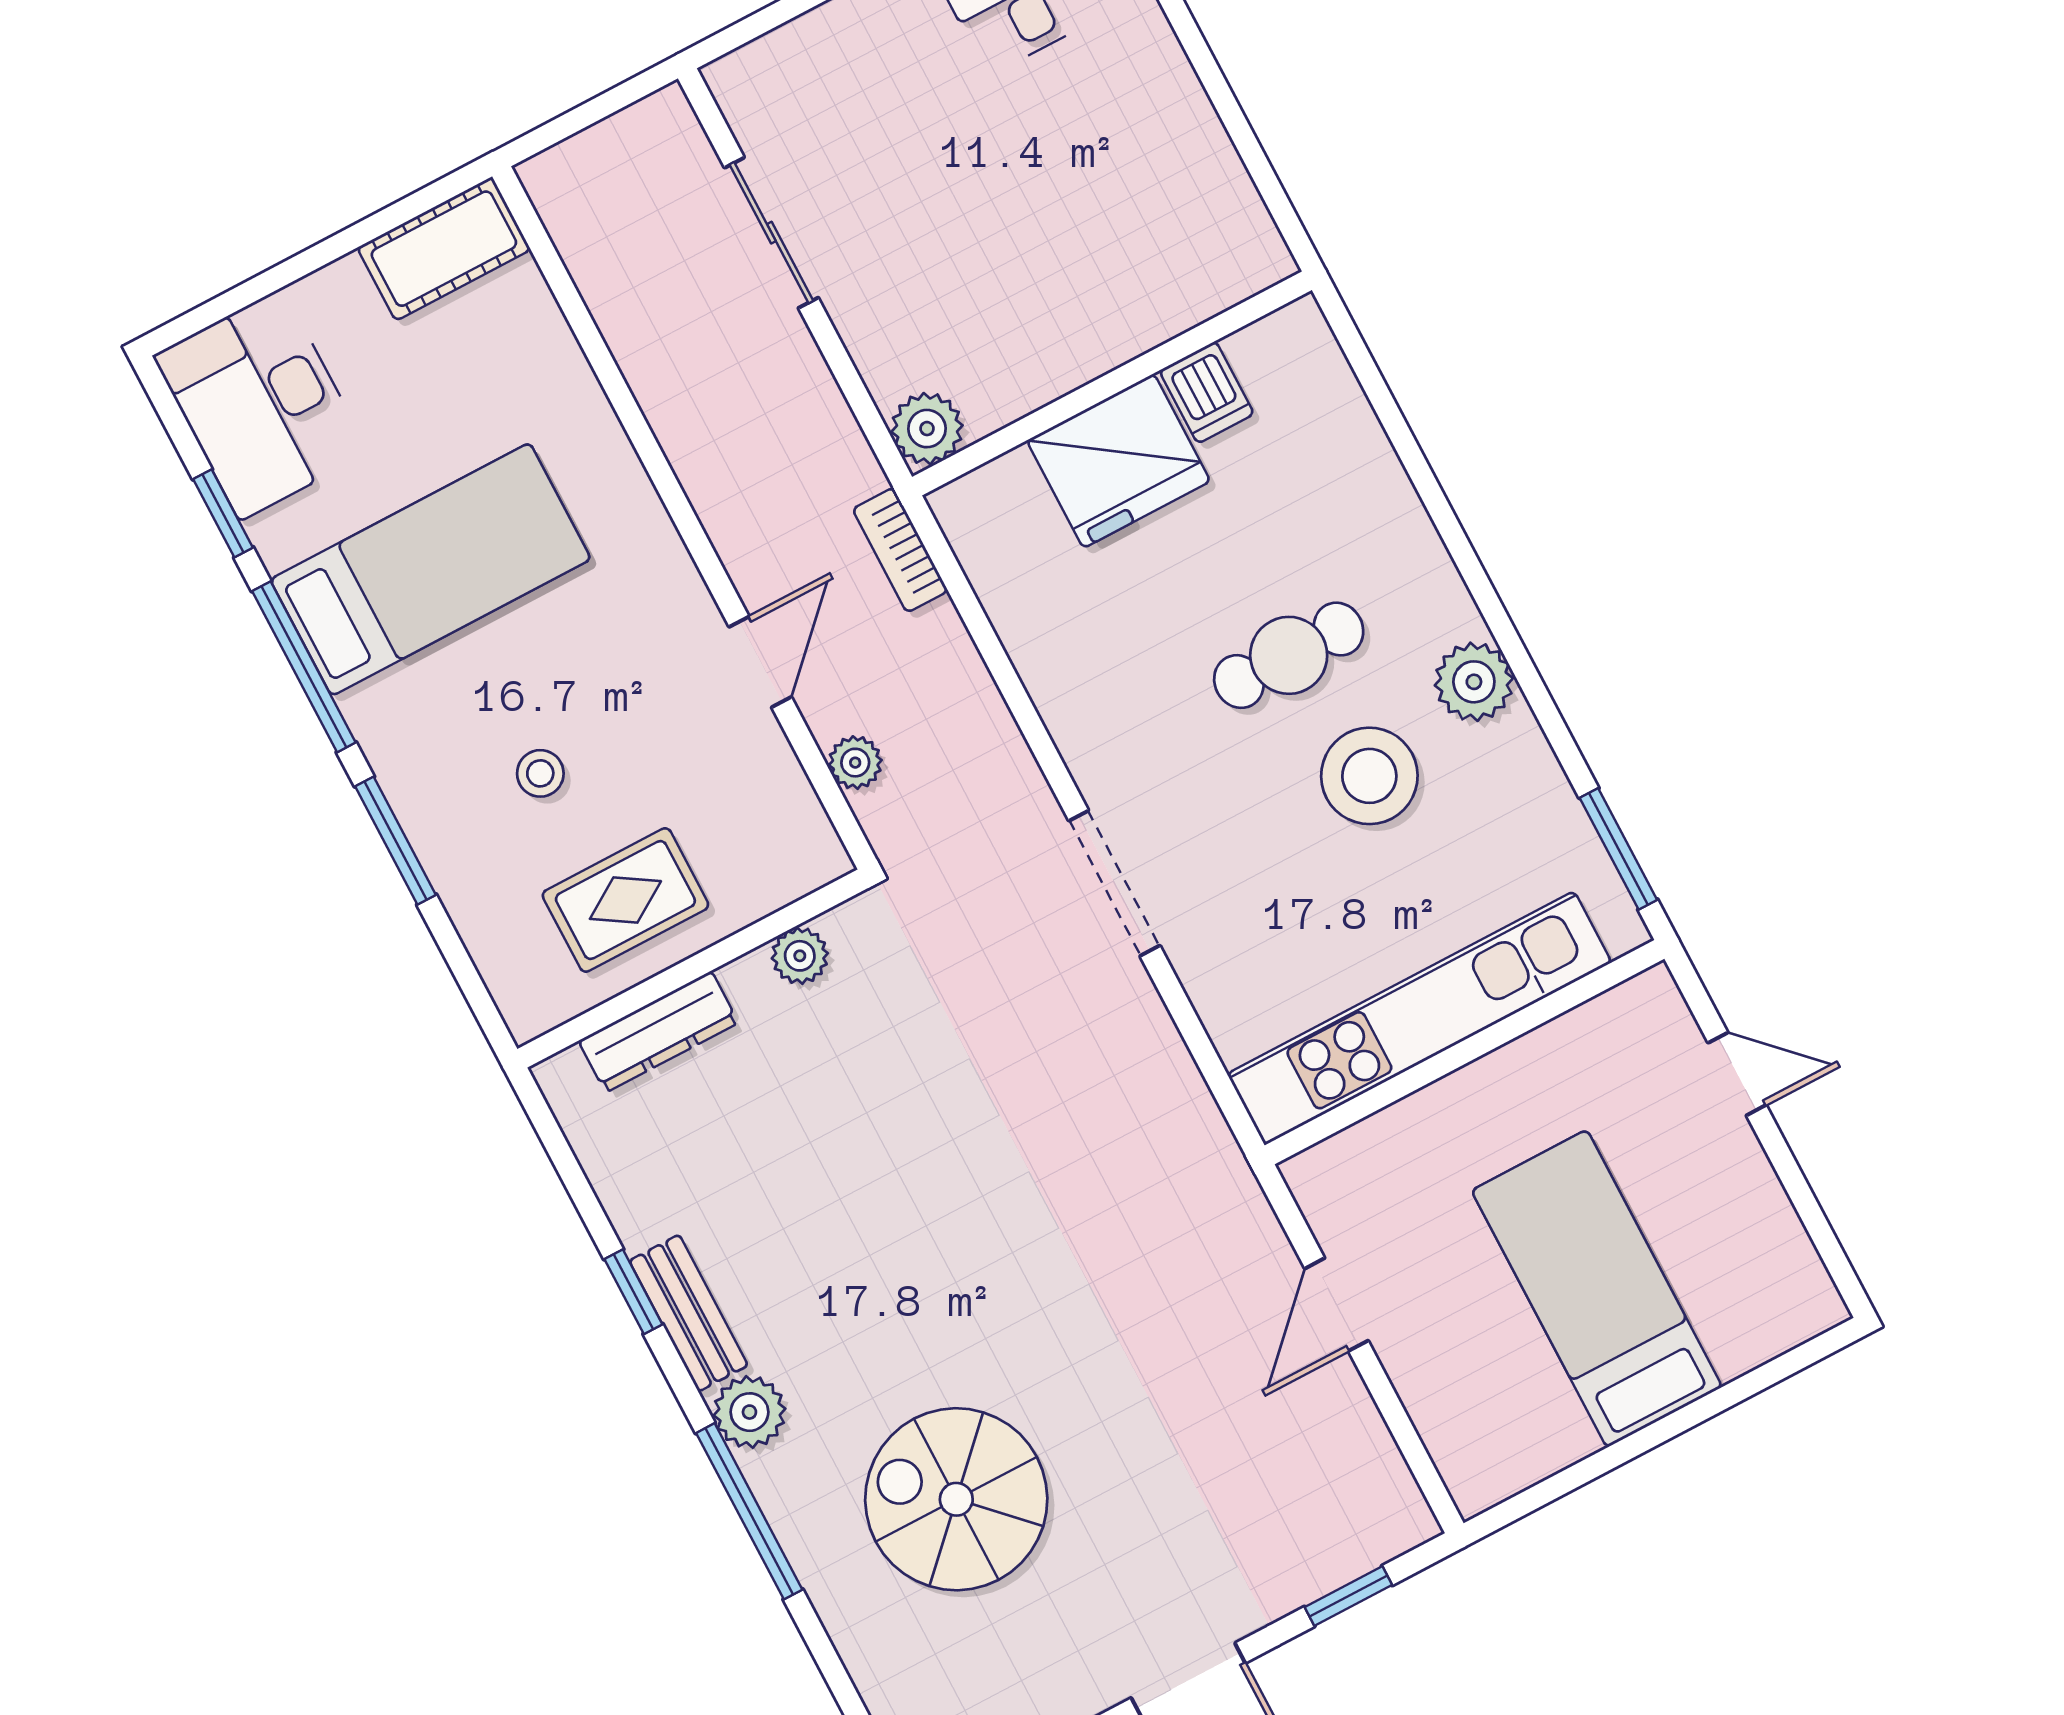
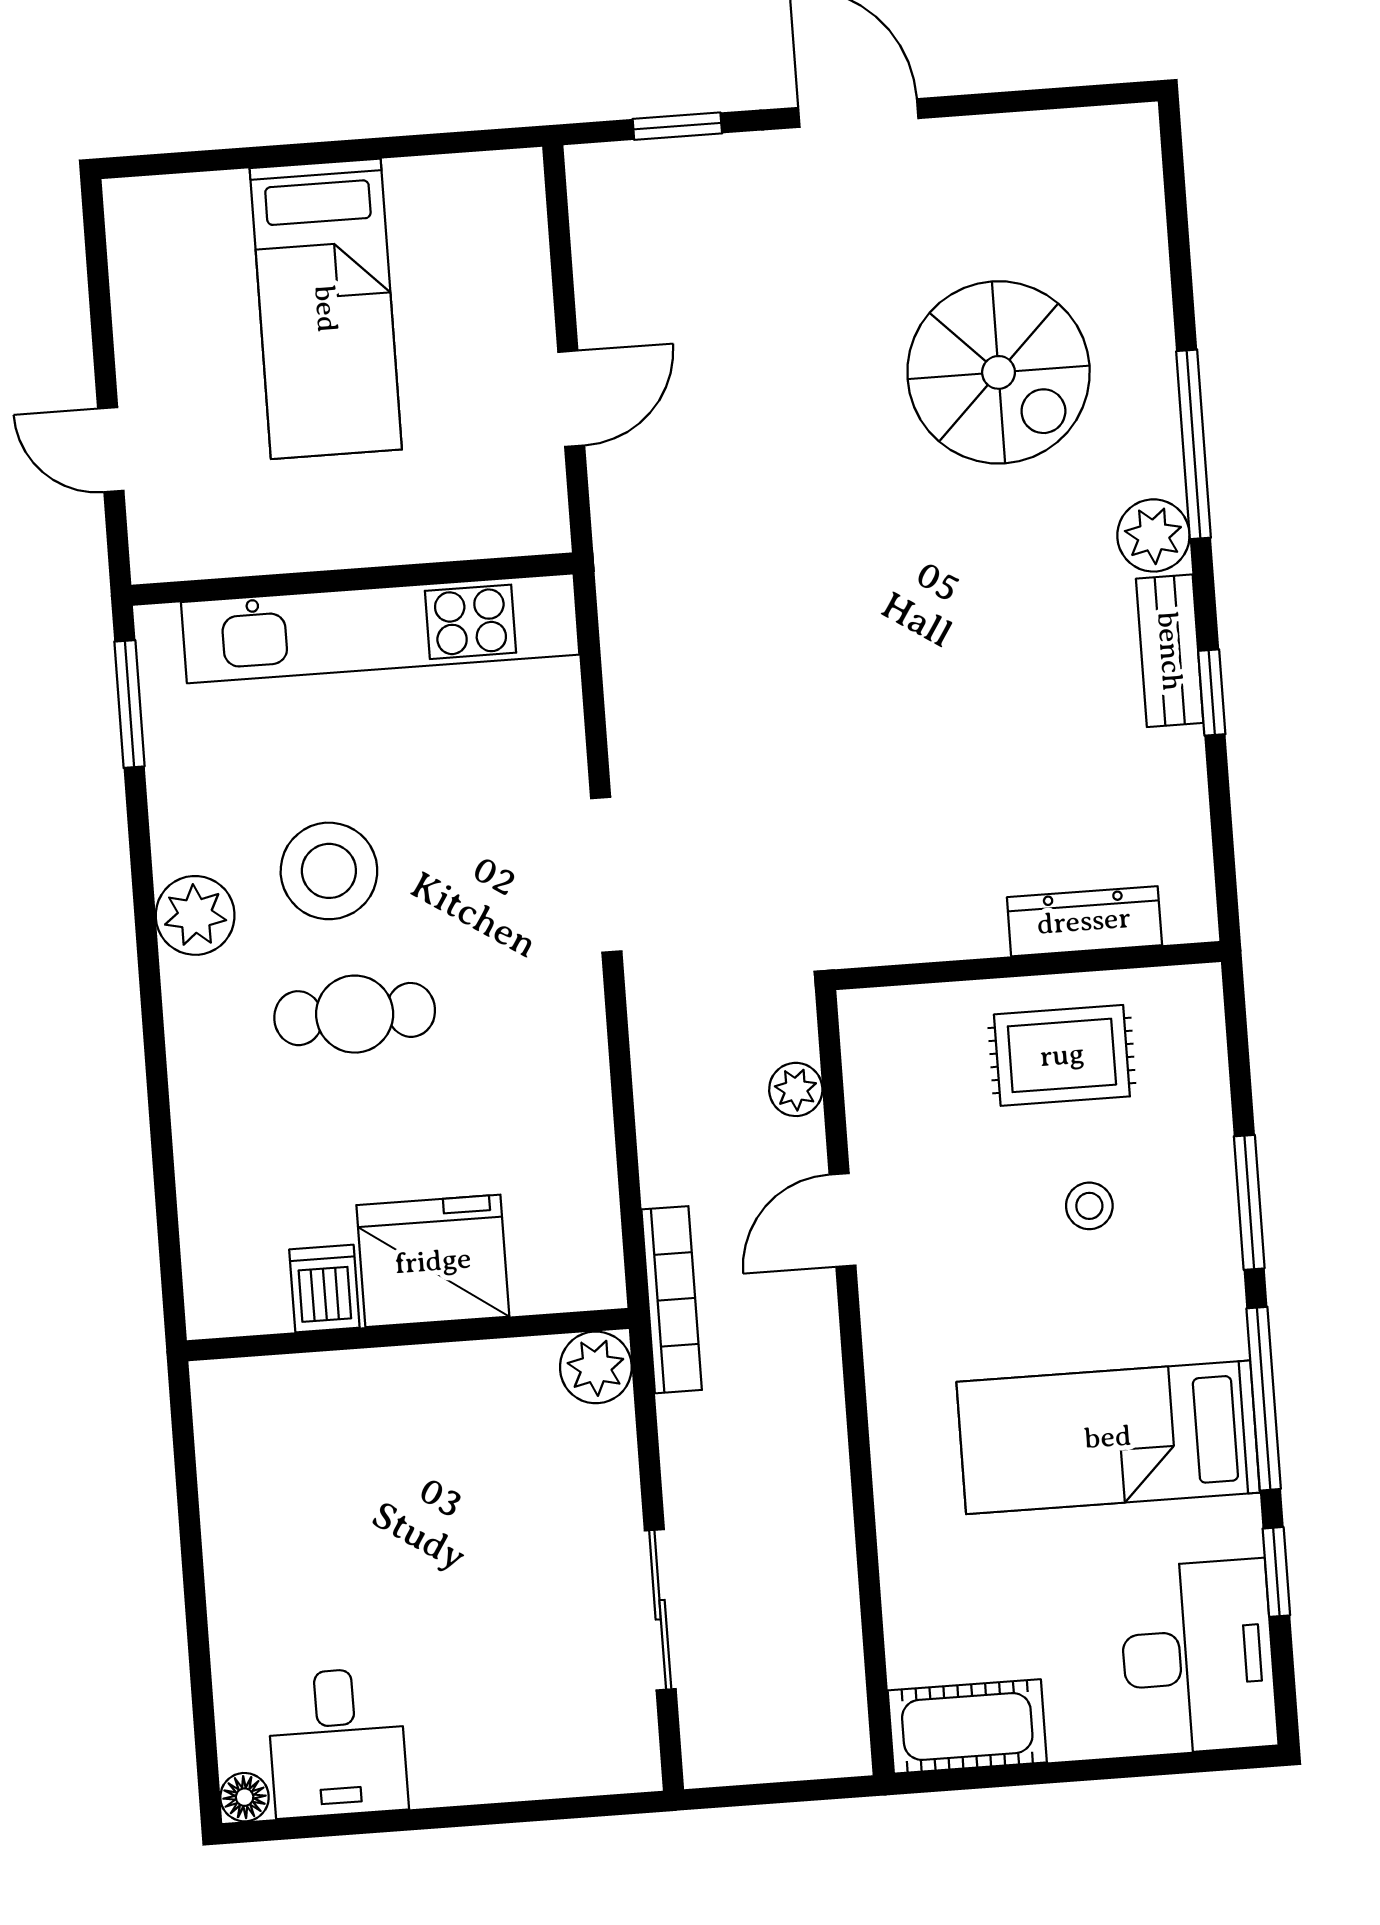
bookcase: (900, 550) -> (672, 1300), width x1.56
plant: (800, 956) -> (924, 934), removed

